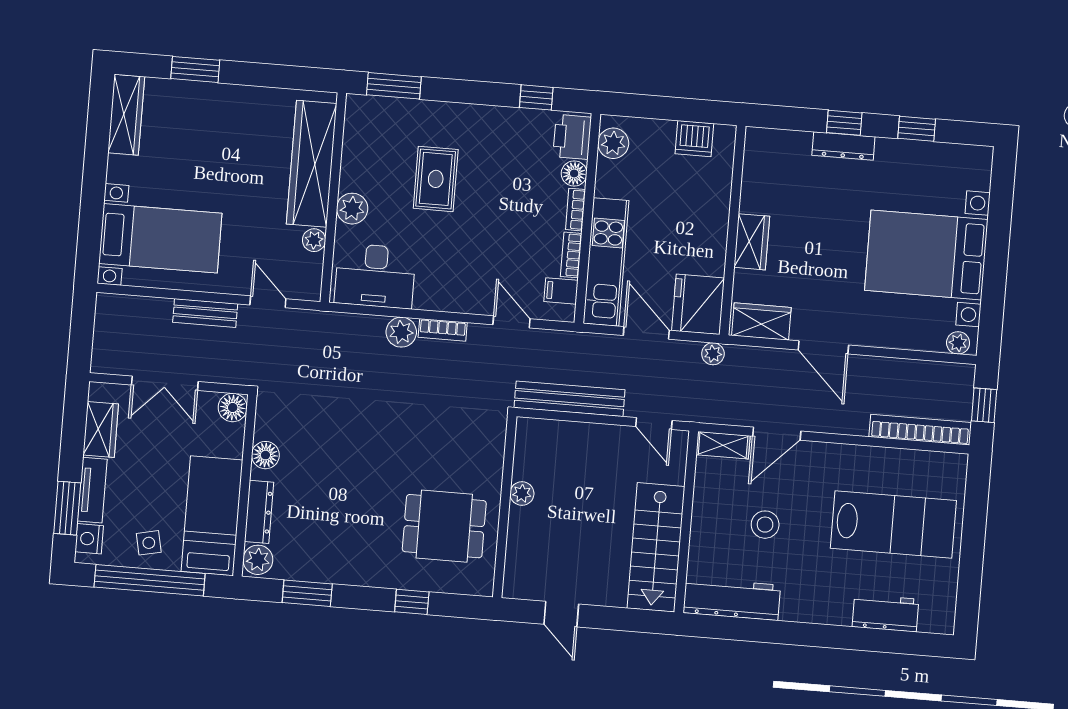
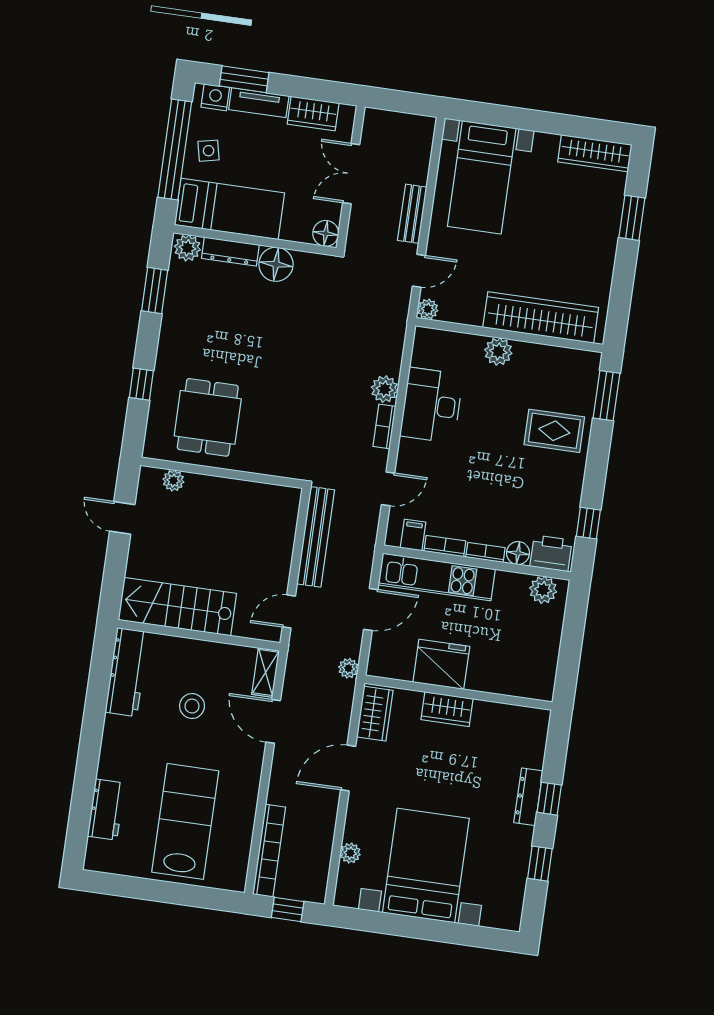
dishwasher: (694, 139) -> (543, 663), removed
rug: (436, 179) -> (554, 431), moved
plant: (314, 240) -> (428, 309), moved
desk: (375, 276) -> (431, 405), moved
fridge: (698, 304) -> (441, 664), moved
plant: (958, 343) -> (350, 853), moved
floor lamp: (265, 455) -> (276, 264), width x1.38, depth x1.38
plant: (522, 494) -> (173, 481), moved
lab bench: (893, 524) -> (185, 821), turned 180
door: (561, 614) -> (122, 518), hinge flipped

